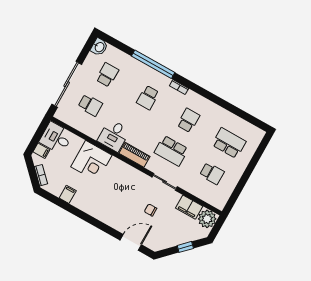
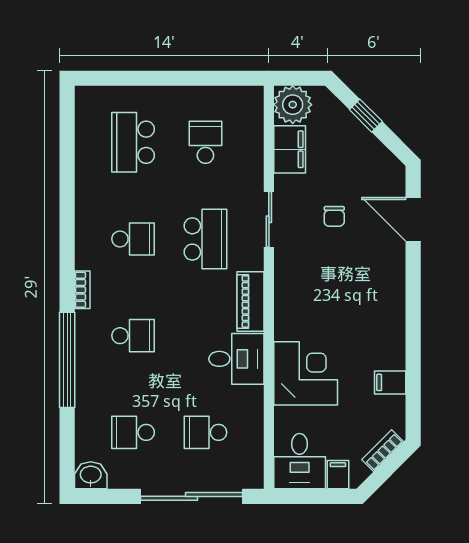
school desk: (90, 105) -> (205, 432), turned -90
school desk: (188, 120) -> (133, 239), turned 180

